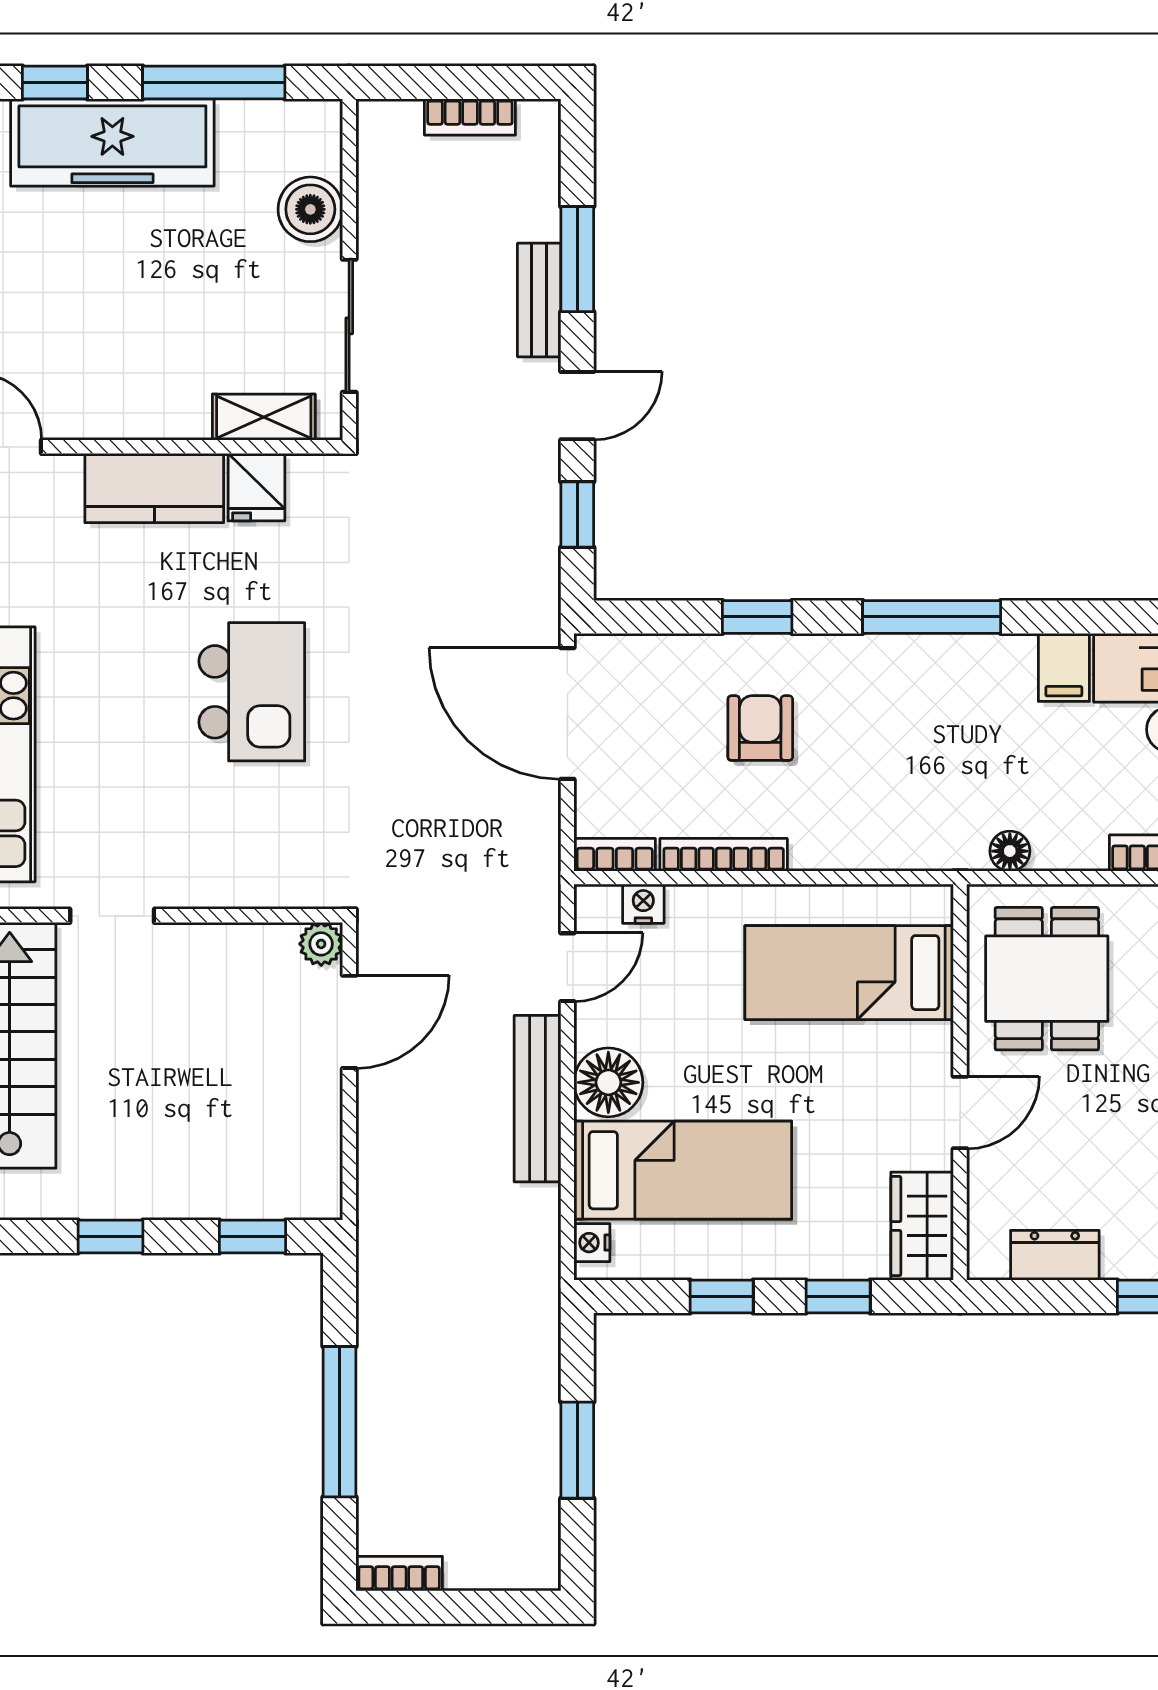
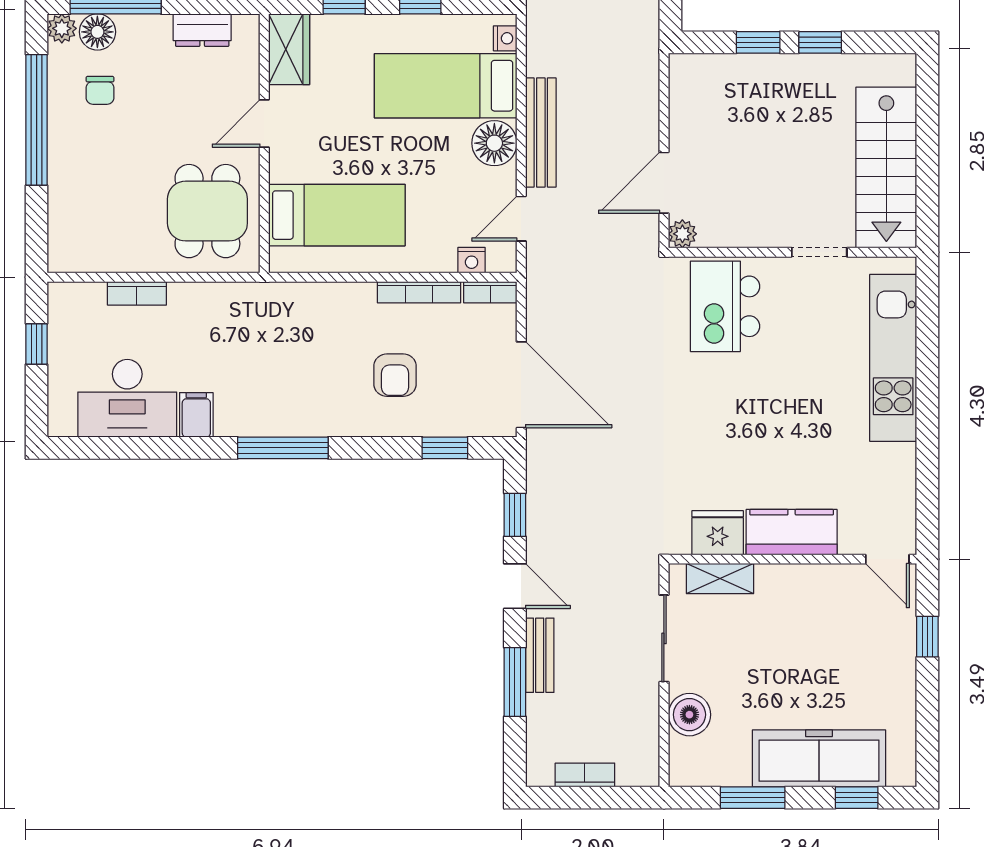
window: (214, 83) -> (753, 798), width x0.69
door: (577, 406) -> (515, 586), swing flipped
fridge: (256, 487) -> (718, 533), width x1.38
window: (757, 617) -> (445, 448), moved
kitchen island: (252, 692) -> (725, 306), moved
floor lamp: (1010, 851) -> (232, 295), removed
window: (252, 1236) -> (758, 42), moved

